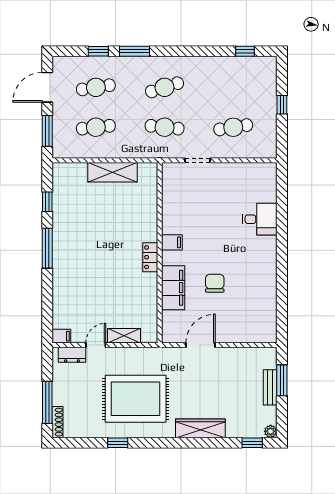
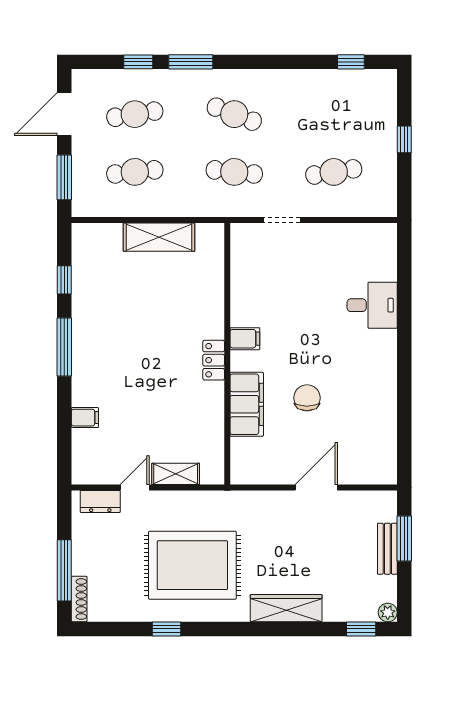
cafe table: (165, 87) -> (234, 114), turned 39
filing cabinet: (61, 336) -> (85, 418), moved
door: (201, 345) -> (316, 487), moved

